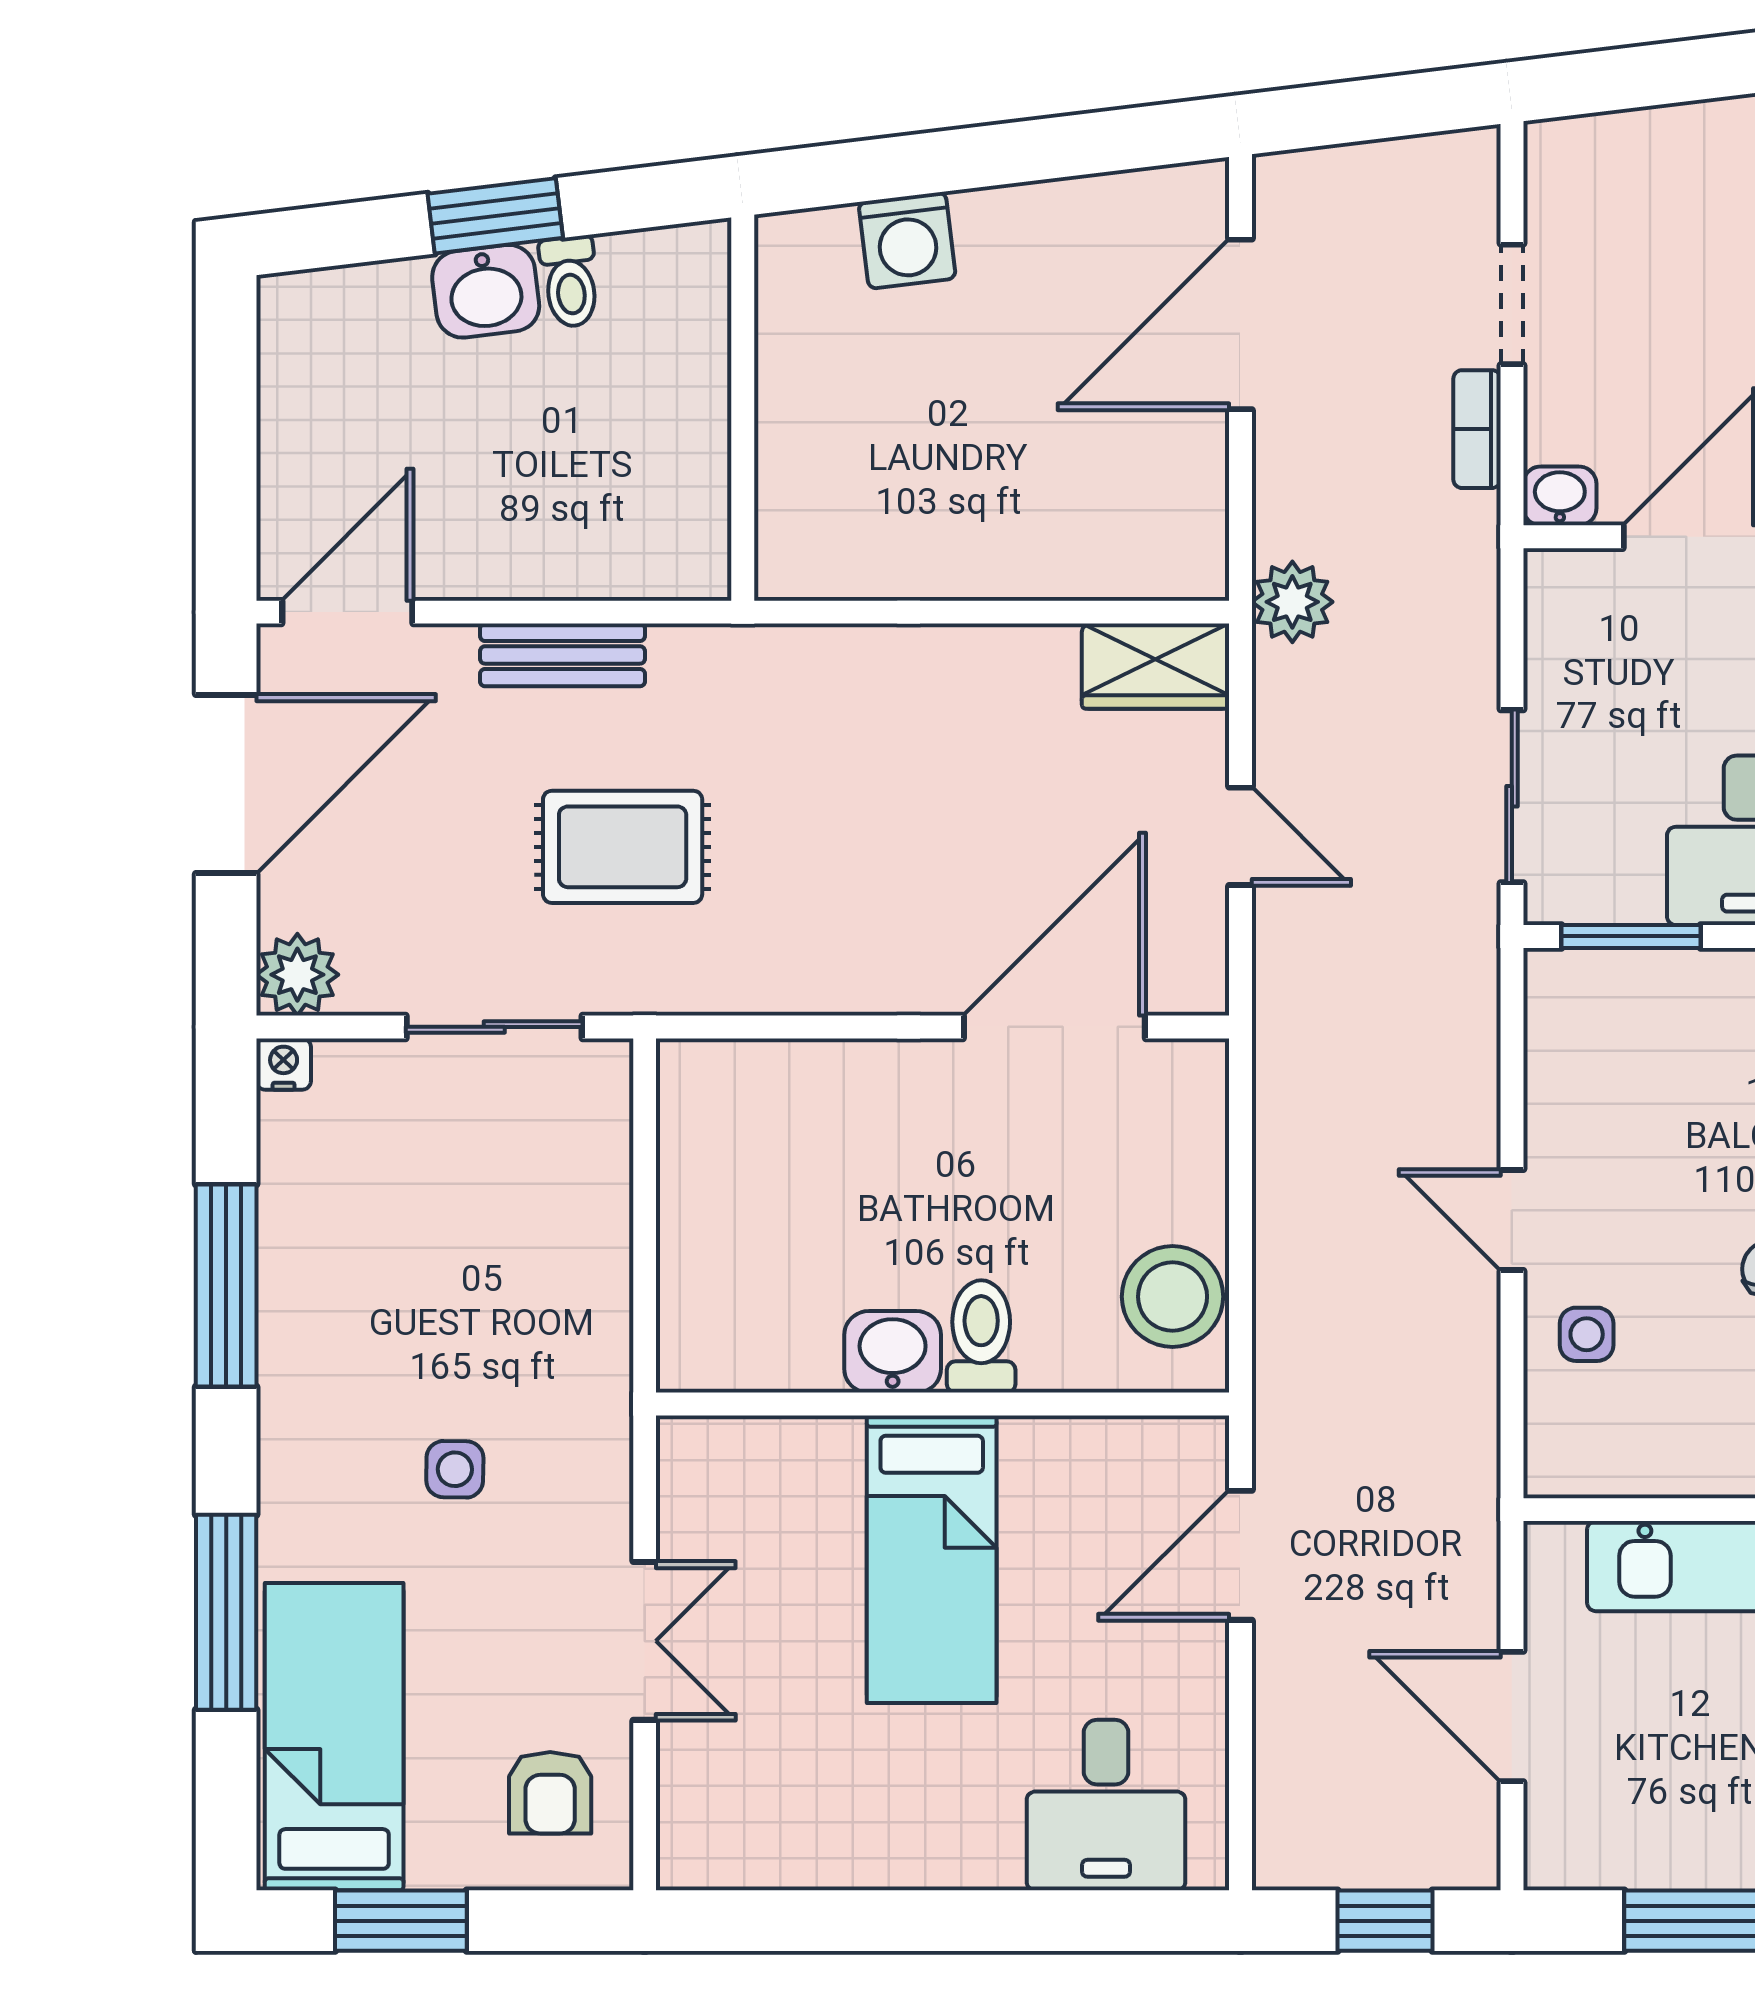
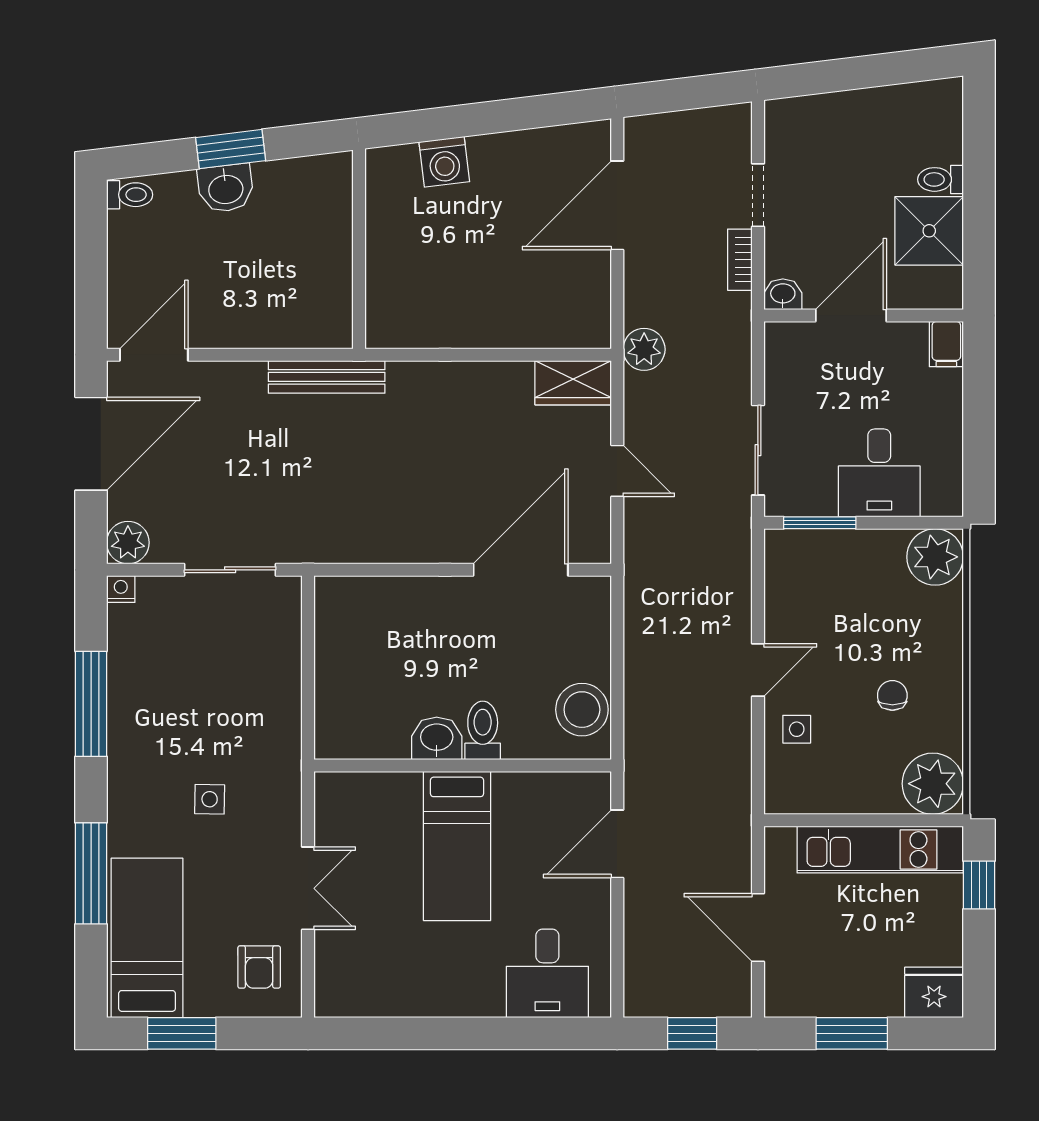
toilet: (570, 282) -> (130, 195), moved, turned -83
bench: (562, 655) -> (327, 377), moved, width x1.36
rug: (623, 847) -> (297, 476), removed
door: (1512, 1220) -> (758, 670), swing flipped

